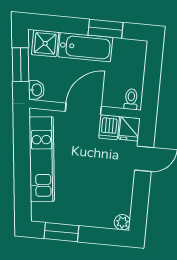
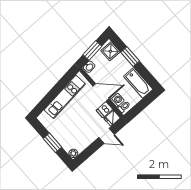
window: (105, 29) -> (130, 57), moved
bathtub: (85, 47) -> (138, 83), moved
washing machine: (114, 99) -> (117, 100), added
window: (61, 232) -> (53, 143), moved

